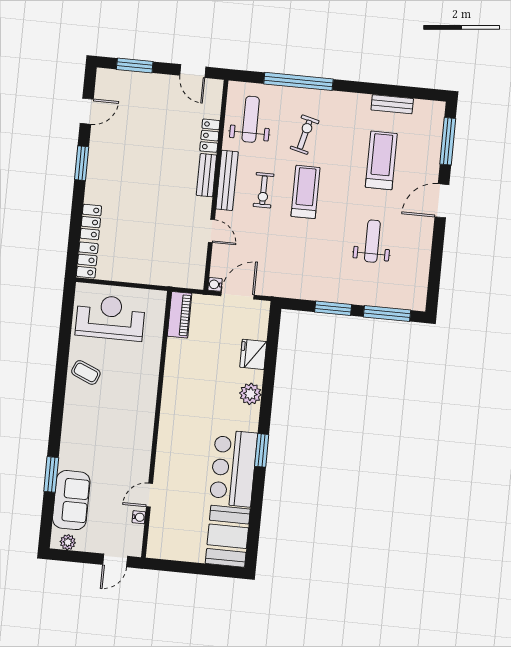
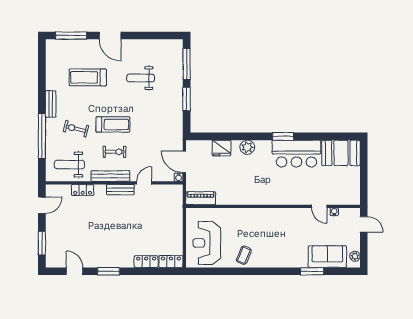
bench: (392, 104) -> (51, 104), moved
bench: (206, 175) -> (120, 190), moved
treadmill: (306, 192) -> (113, 124), turned 180

